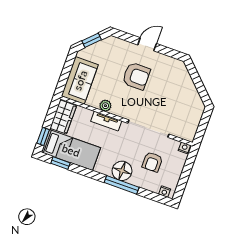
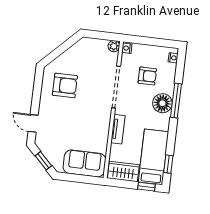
door: (147, 44) -> (33, 123), moved
armchair: (136, 76) -> (65, 85), moved, turned 90
plant: (105, 106) -> (114, 46), moved

